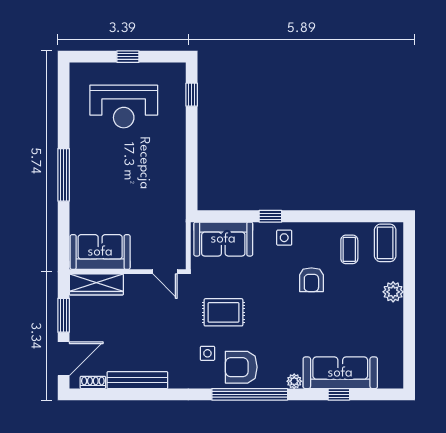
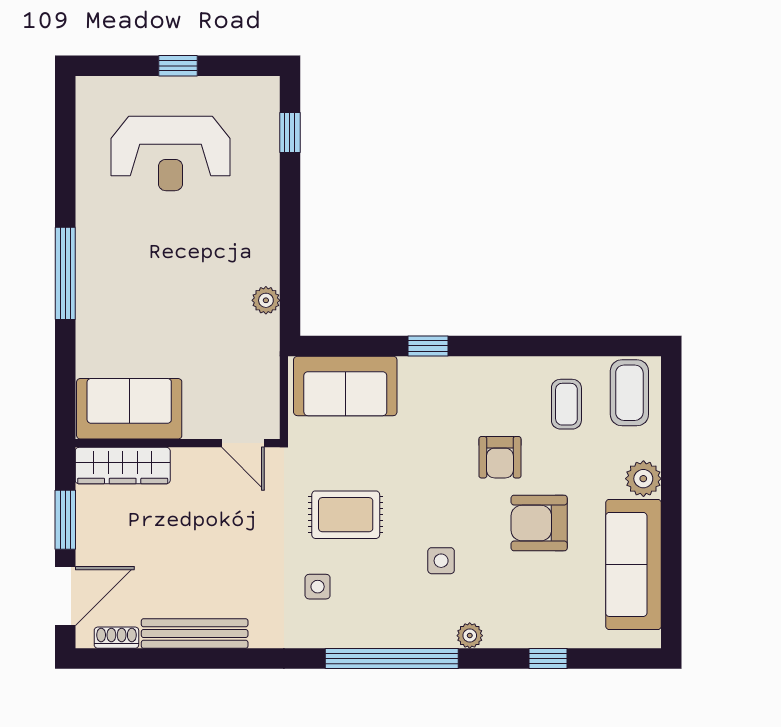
plant: (178, 190) -> (266, 300), added
side table: (284, 238) -> (441, 561), moved
armchair: (241, 367) -> (539, 523), moved
sofa: (340, 373) -> (634, 564), moved, turned -90

